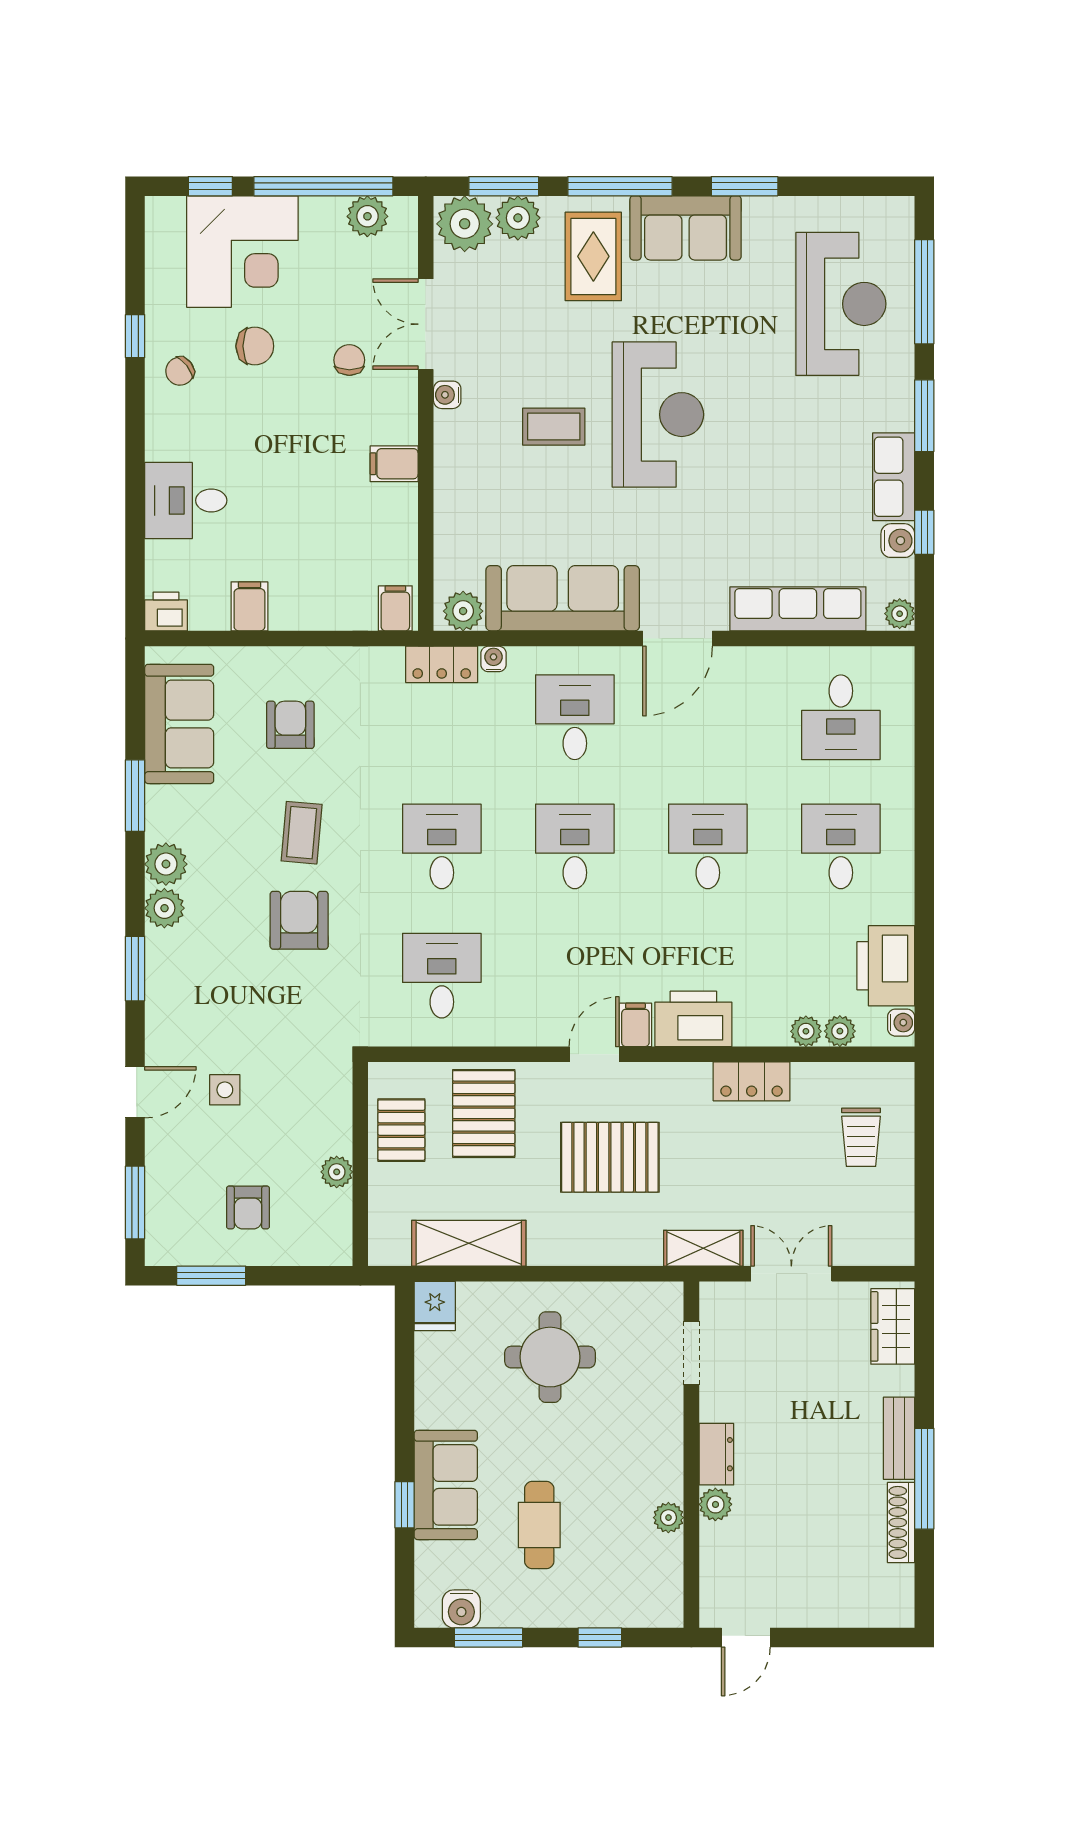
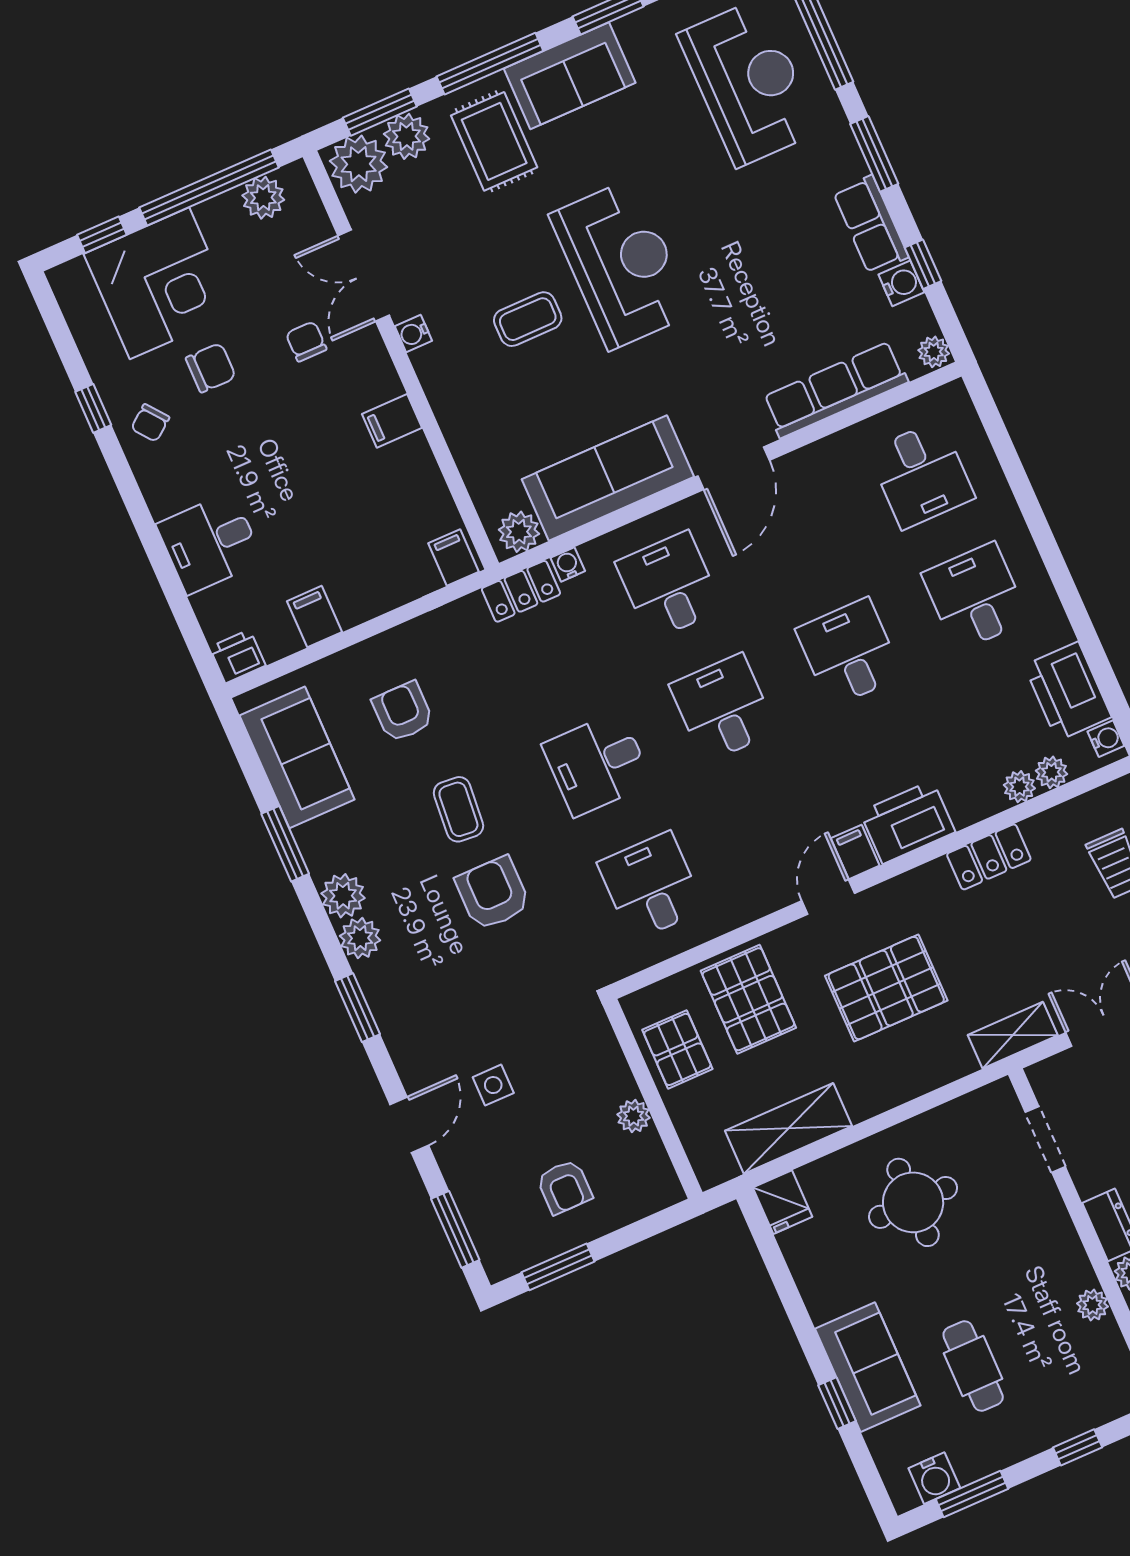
desk: (442, 846) -> (597, 764), turned -90

